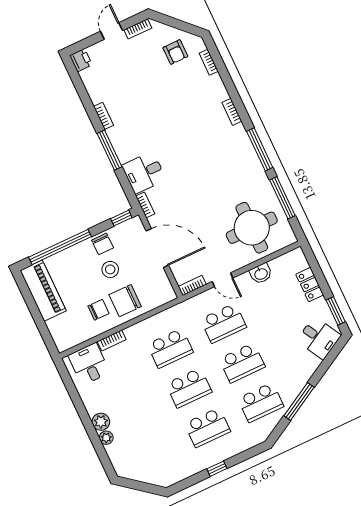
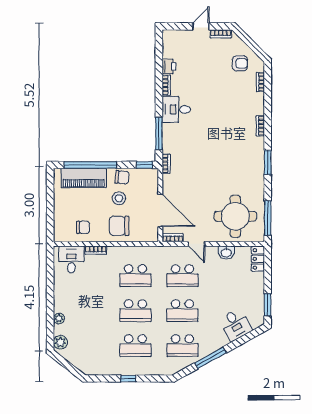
armchair: (175, 52) -> (240, 63), turned -90
printer: (81, 60) -> (169, 66), moved
window: (260, 149) -> (268, 162), width x0.69
window: (109, 150) -> (159, 133), moved
desk: (144, 173) -> (176, 109), moved
window: (282, 198) -> (268, 218), moved
chair: (103, 244) -> (122, 177), turned -85
door: (157, 248) -> (160, 210), moved
locker: (310, 285) -> (258, 259), moved
piano: (43, 291) -> (84, 178), moved, turned 90
chair: (98, 310) -> (83, 227), moved
desk: (319, 338) -> (235, 325), moved
plant: (101, 422) -> (60, 342), moved

